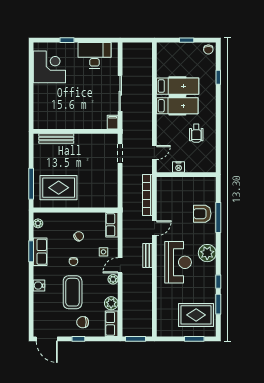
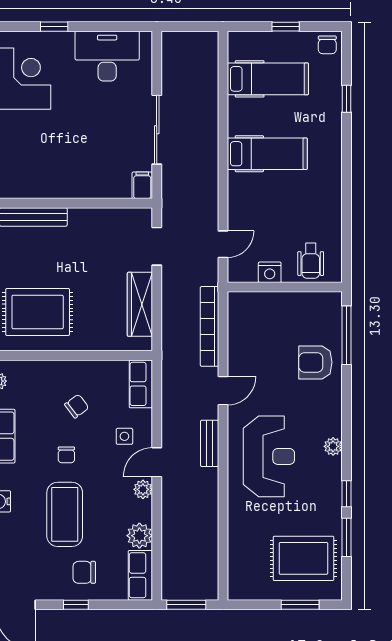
hospital bed: (178, 86) -> (268, 79), moved
wheelchair: (196, 133) -> (311, 261), moved
wardrobe: (111, 184) -> (140, 304), added
window: (218, 217) -> (346, 335), moved
plant: (207, 253) -> (333, 446), width x0.53, depth x0.53

